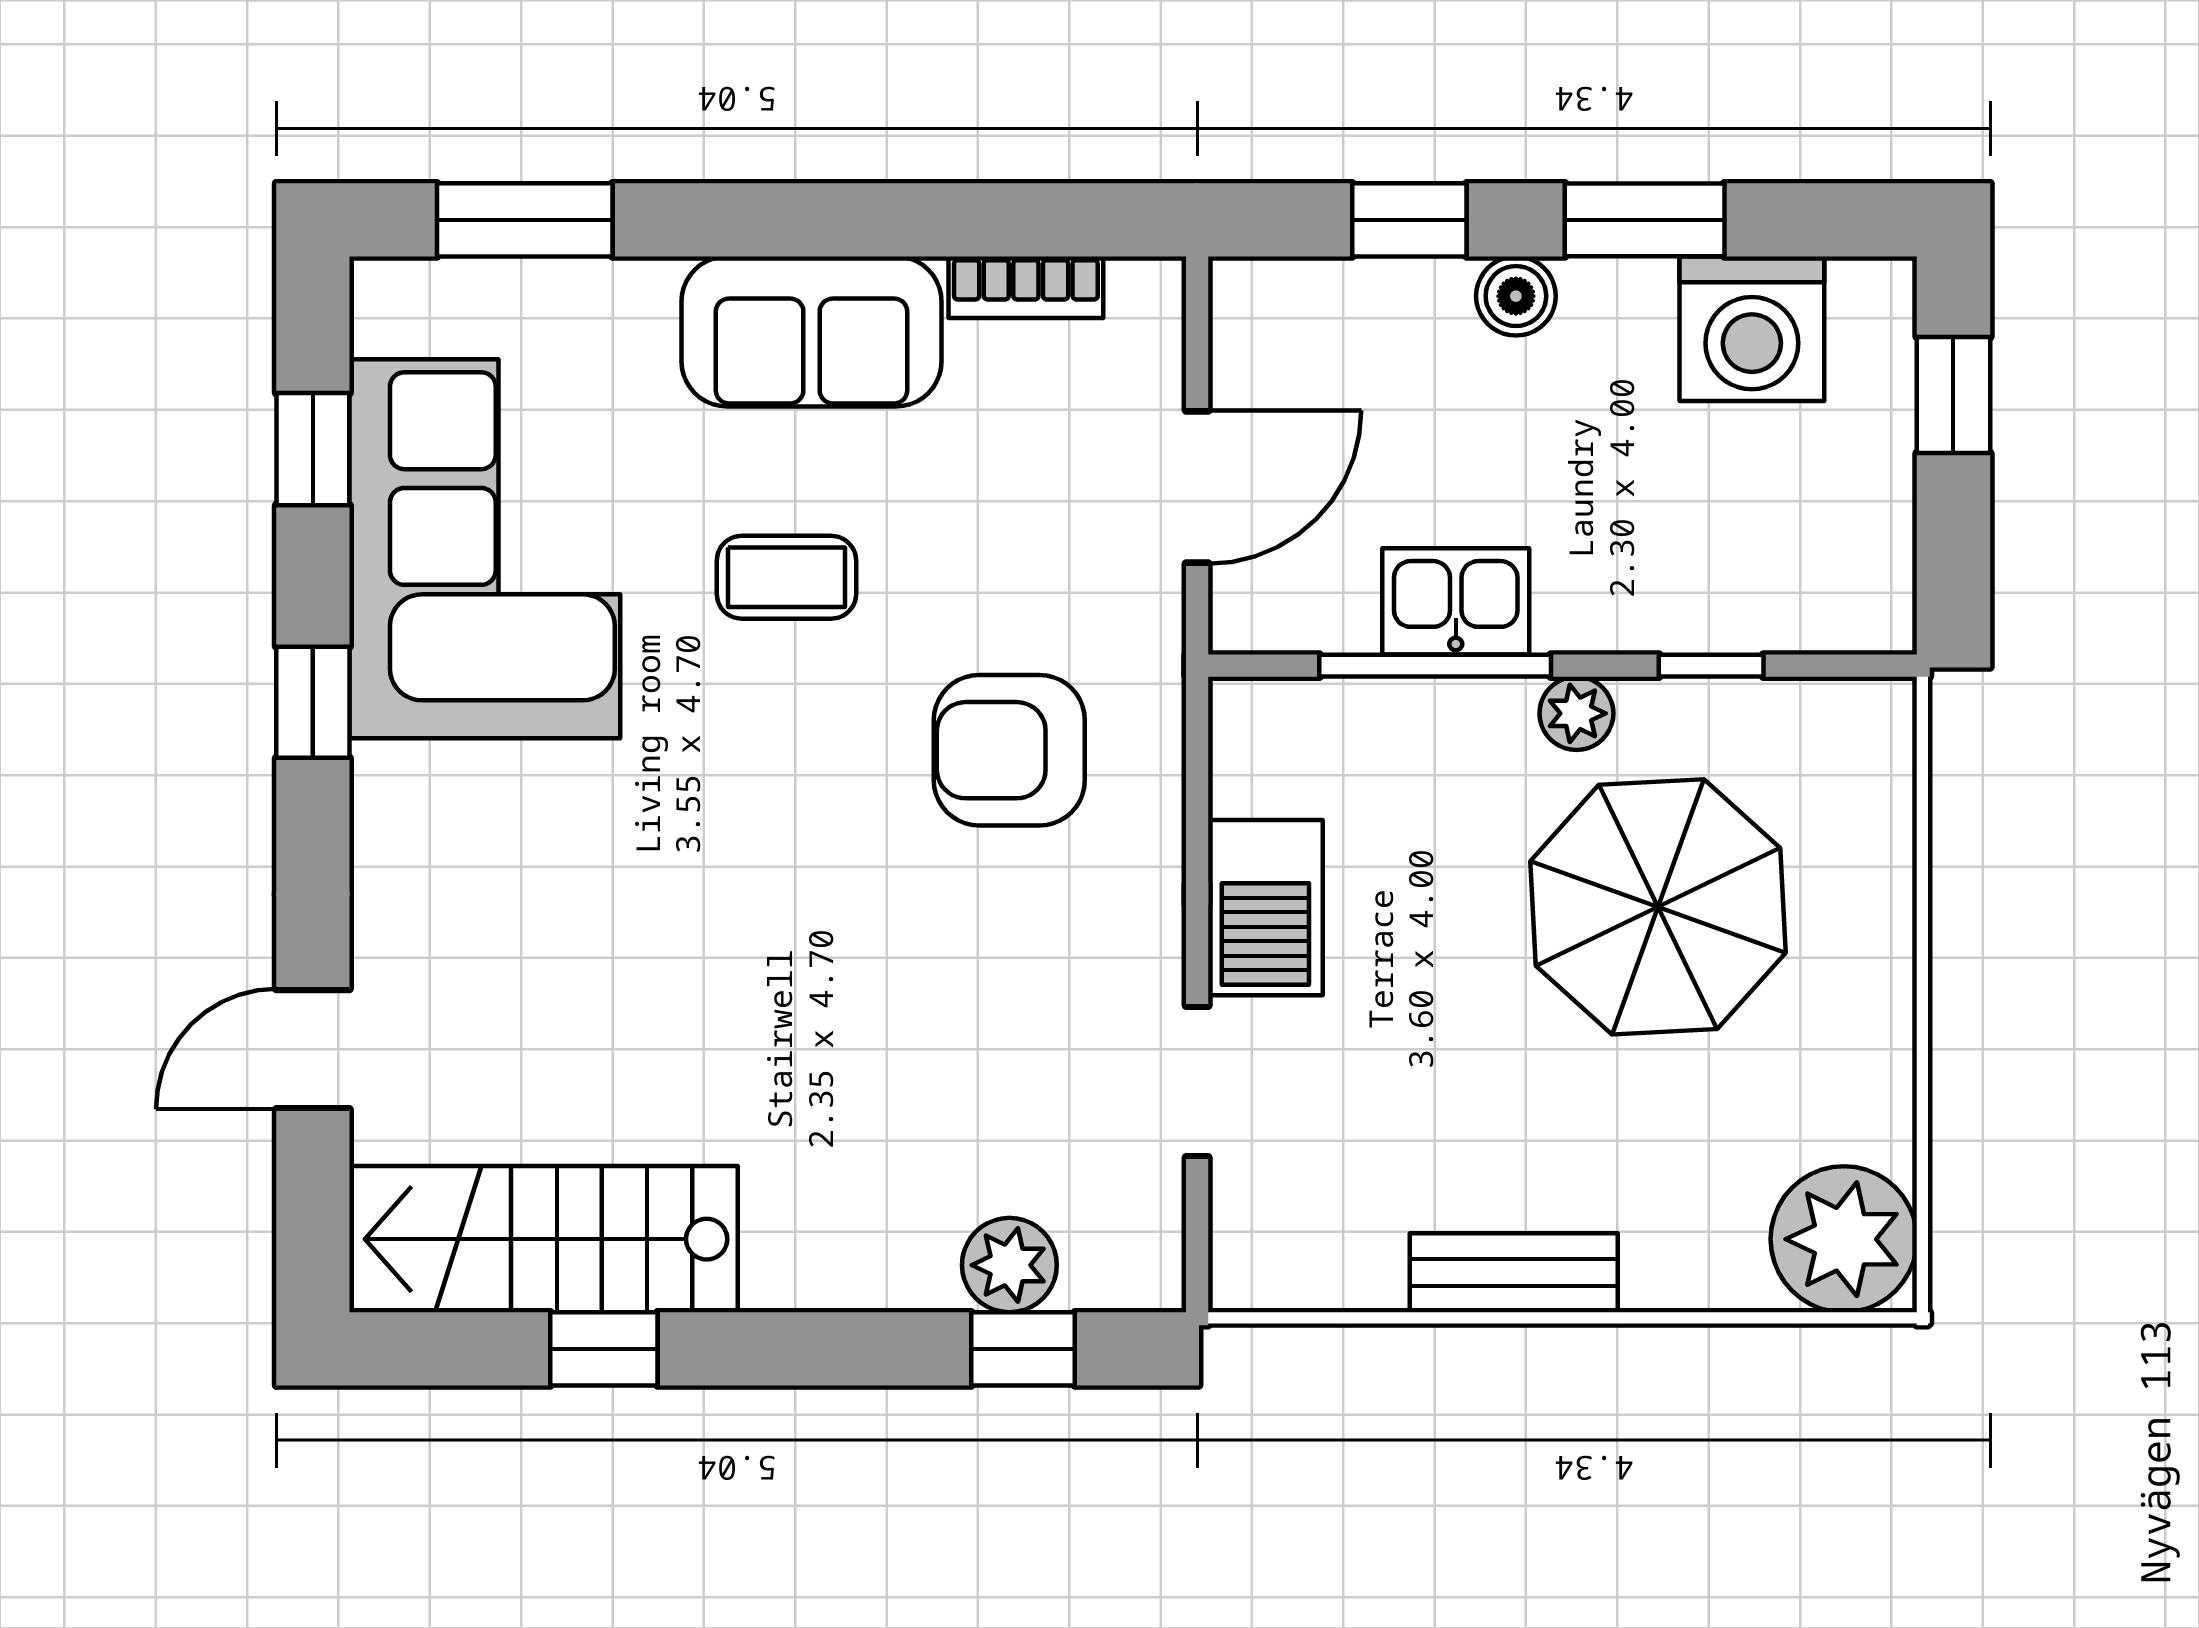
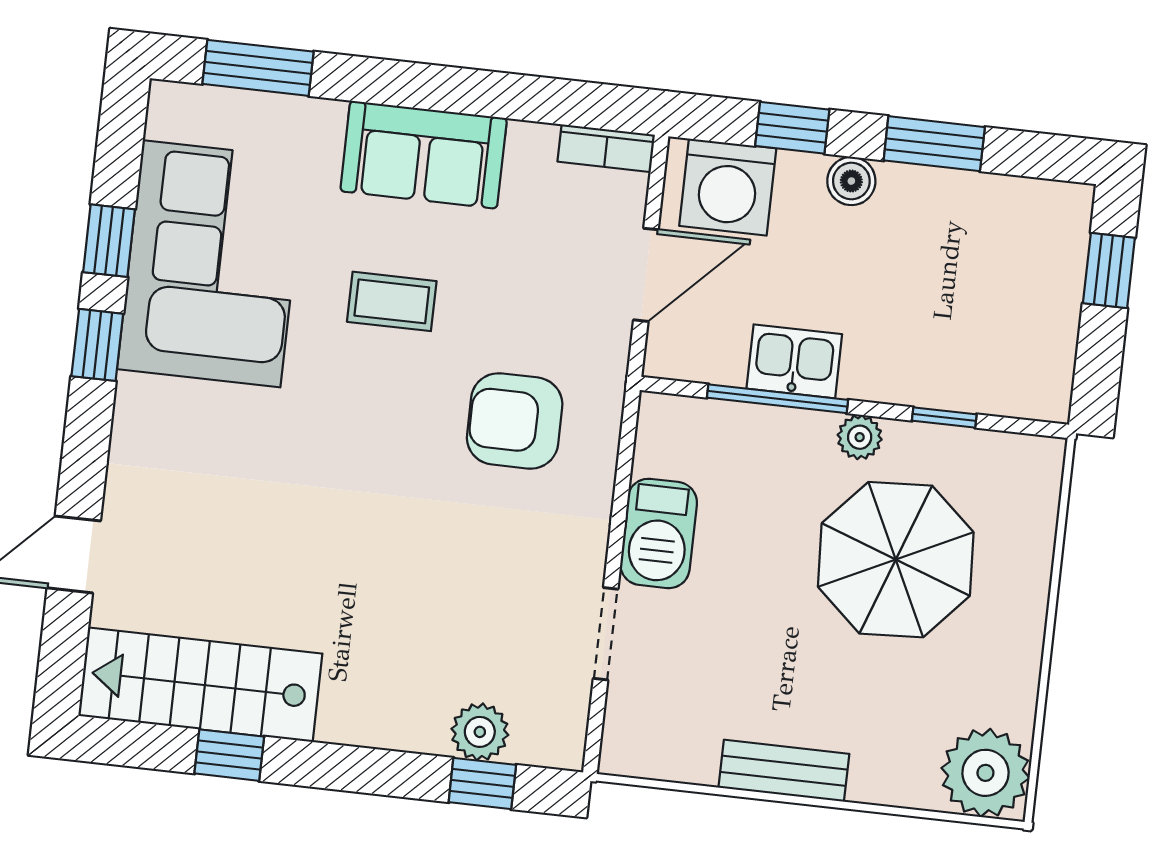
bookcase: (1026, 287) -> (606, 148), moved
washing machine: (1752, 329) -> (728, 187), moved
window: (313, 449) -> (109, 241), moved

